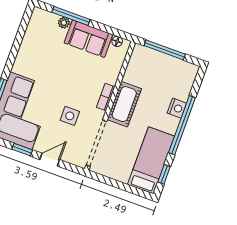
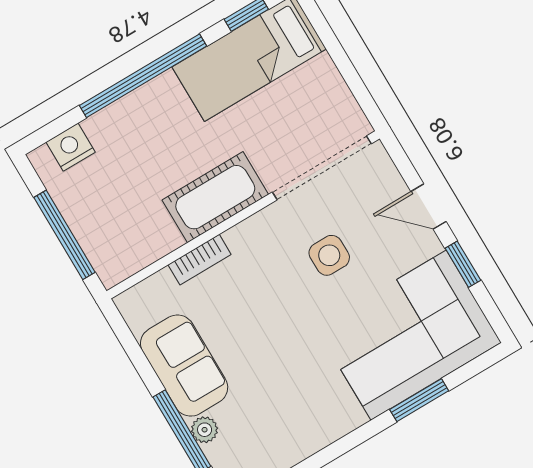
floor lamp: (117, 41) -> (137, 319), removed
bookcase: (106, 97) -> (200, 260), moved
nightstand: (177, 108) -> (71, 147), moved

